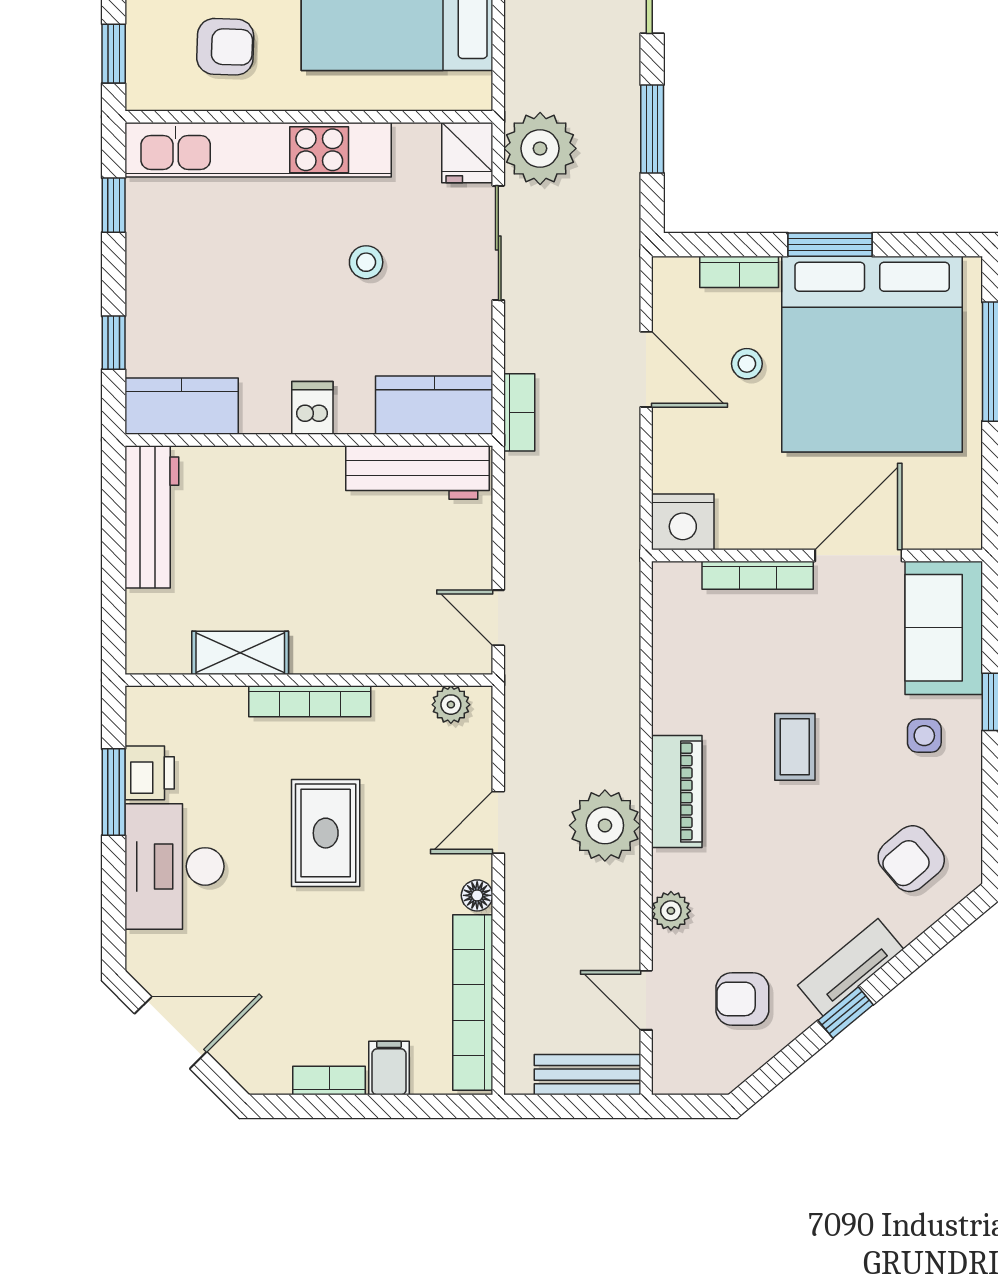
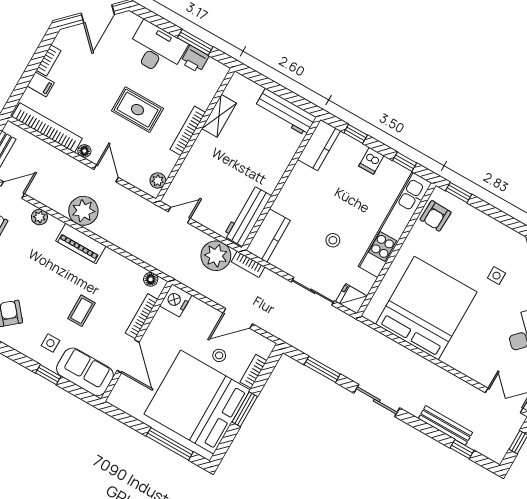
armchair: (225, 47) -> (436, 216), moved
plant: (540, 148) -> (216, 256), moved
dishwasher: (312, 408) -> (371, 161), moved, turned 90
floor lamp: (669, 600) -> (151, 279), added
coffee table: (795, 747) -> (81, 311), moved, turned 90

